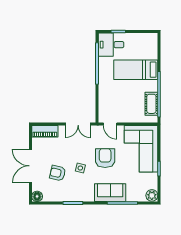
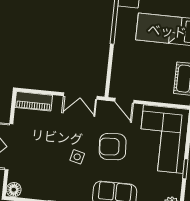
armchair: (105, 158) -> (113, 147), turned -94
armchair: (58, 173) -> (45, 161), removed

